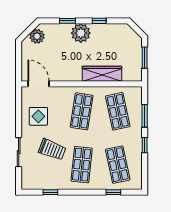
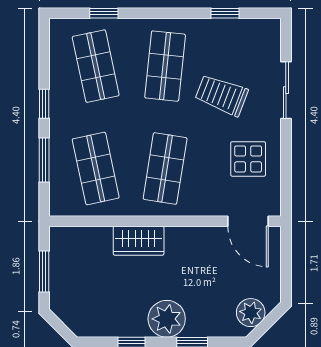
wardrobe: (102, 74) -> (139, 241), width x0.67

